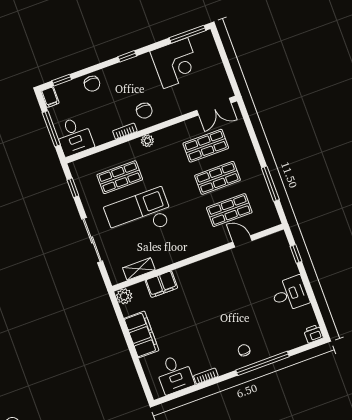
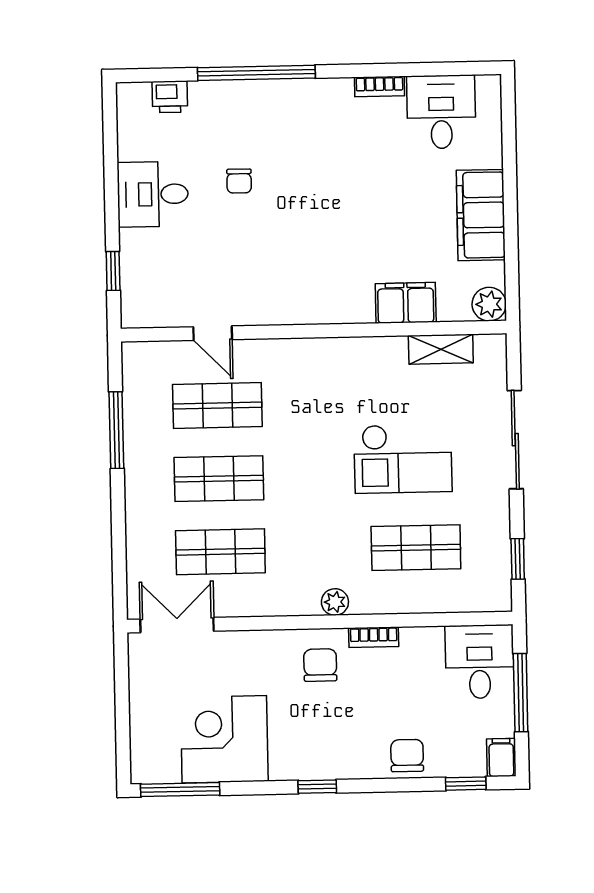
checkout: (139, 215) -> (403, 459), width x0.73, depth x0.83
printer: (313, 334) -> (170, 97), moved
chair: (244, 350) -> (239, 181), moved

